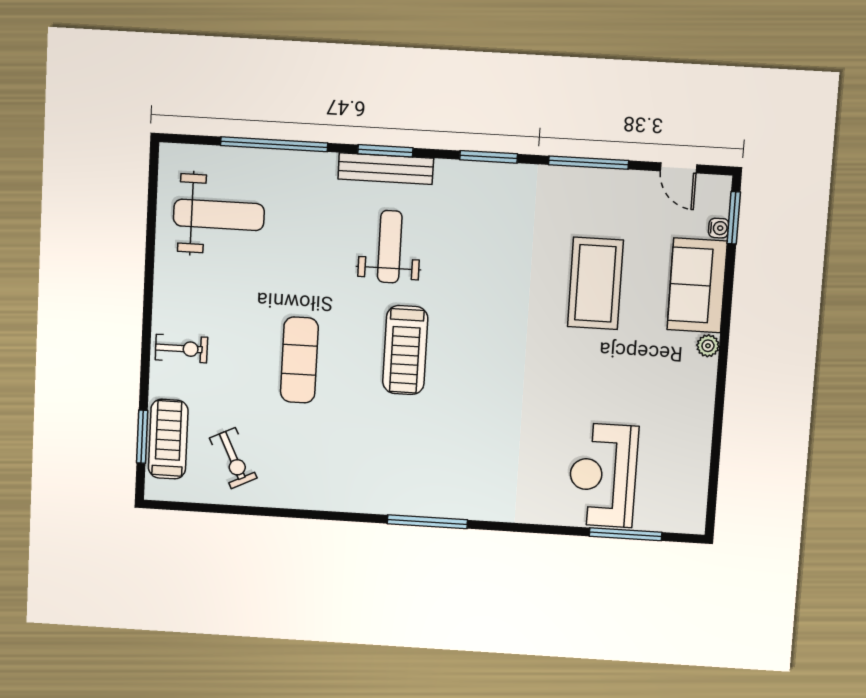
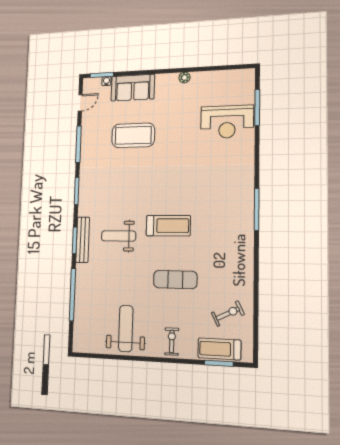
weight bench: (219, 215) -> (126, 329), moved
plant: (708, 346) -> (184, 78), moved

